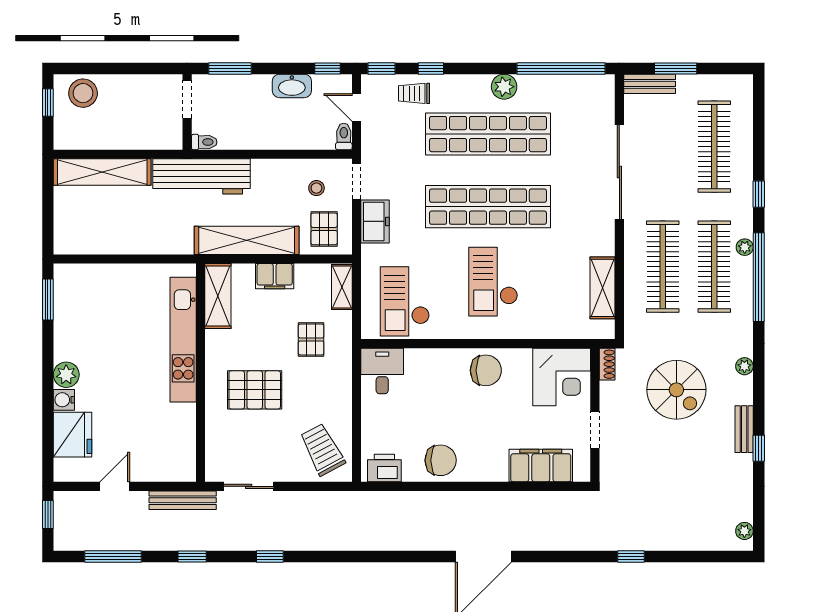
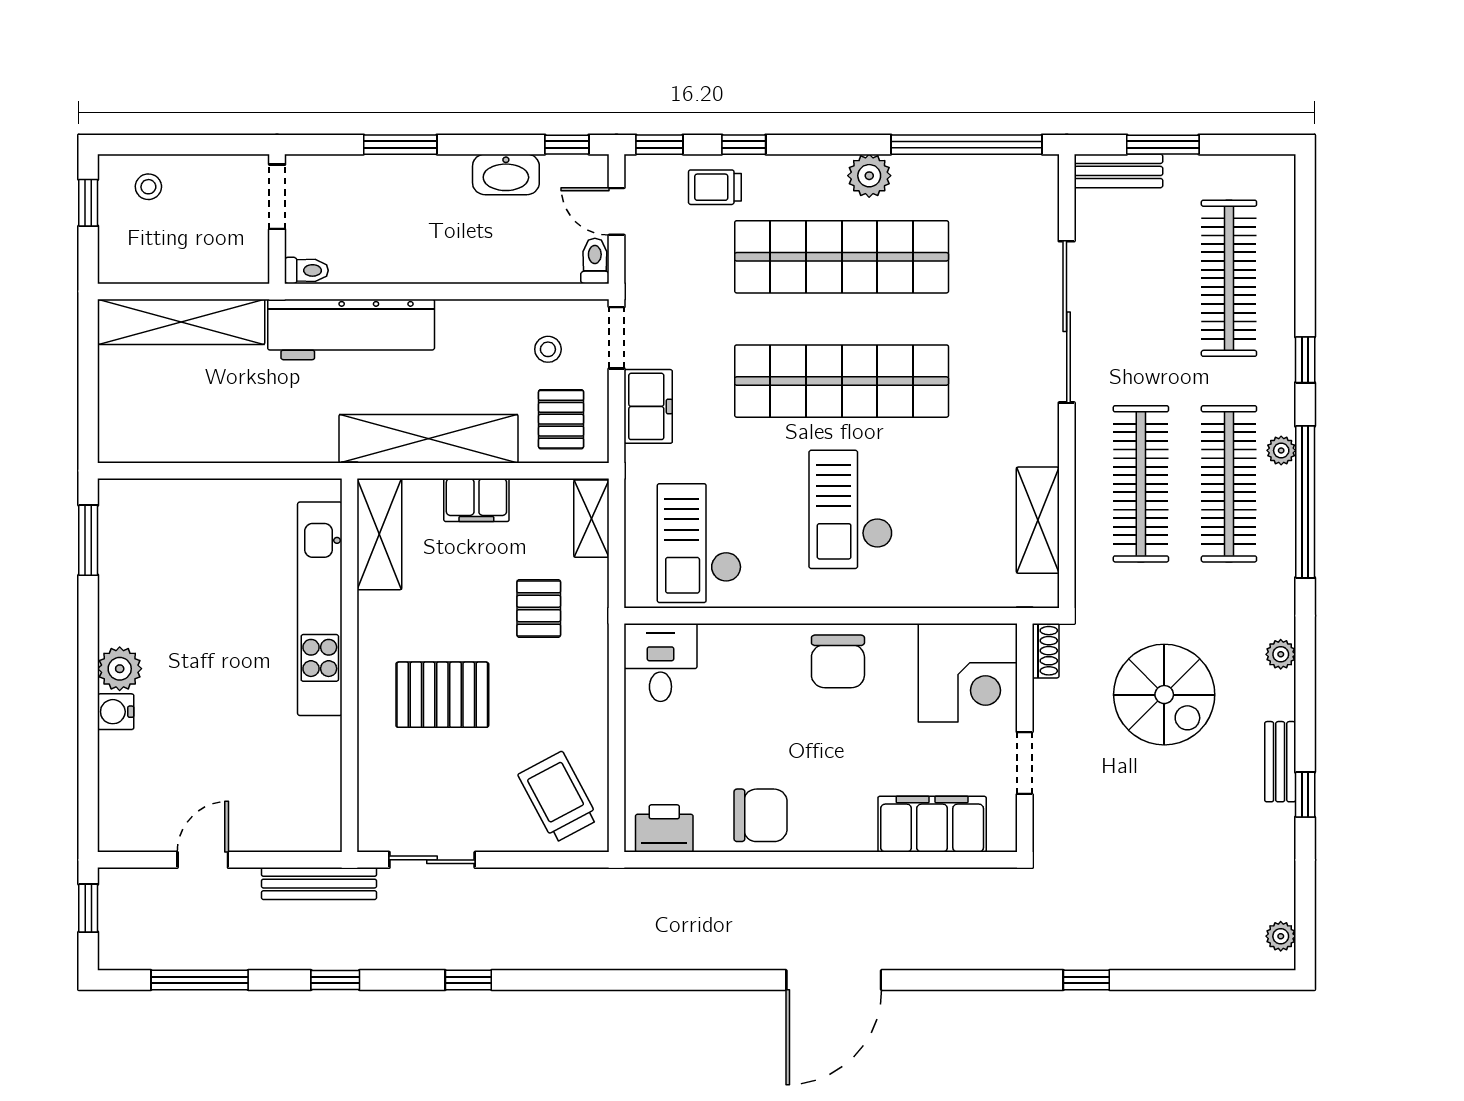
stool: (83, 93) -> (148, 187), width x0.53, depth x0.53
doorway: (187, 99) -> (277, 197), moved
wall: (187, 112) -> (277, 219), moved
toilet: (204, 142) -> (306, 270), moved
chair: (486, 370) -> (838, 661), turned 90
fridge: (73, 435) -> (130, 771), removed

